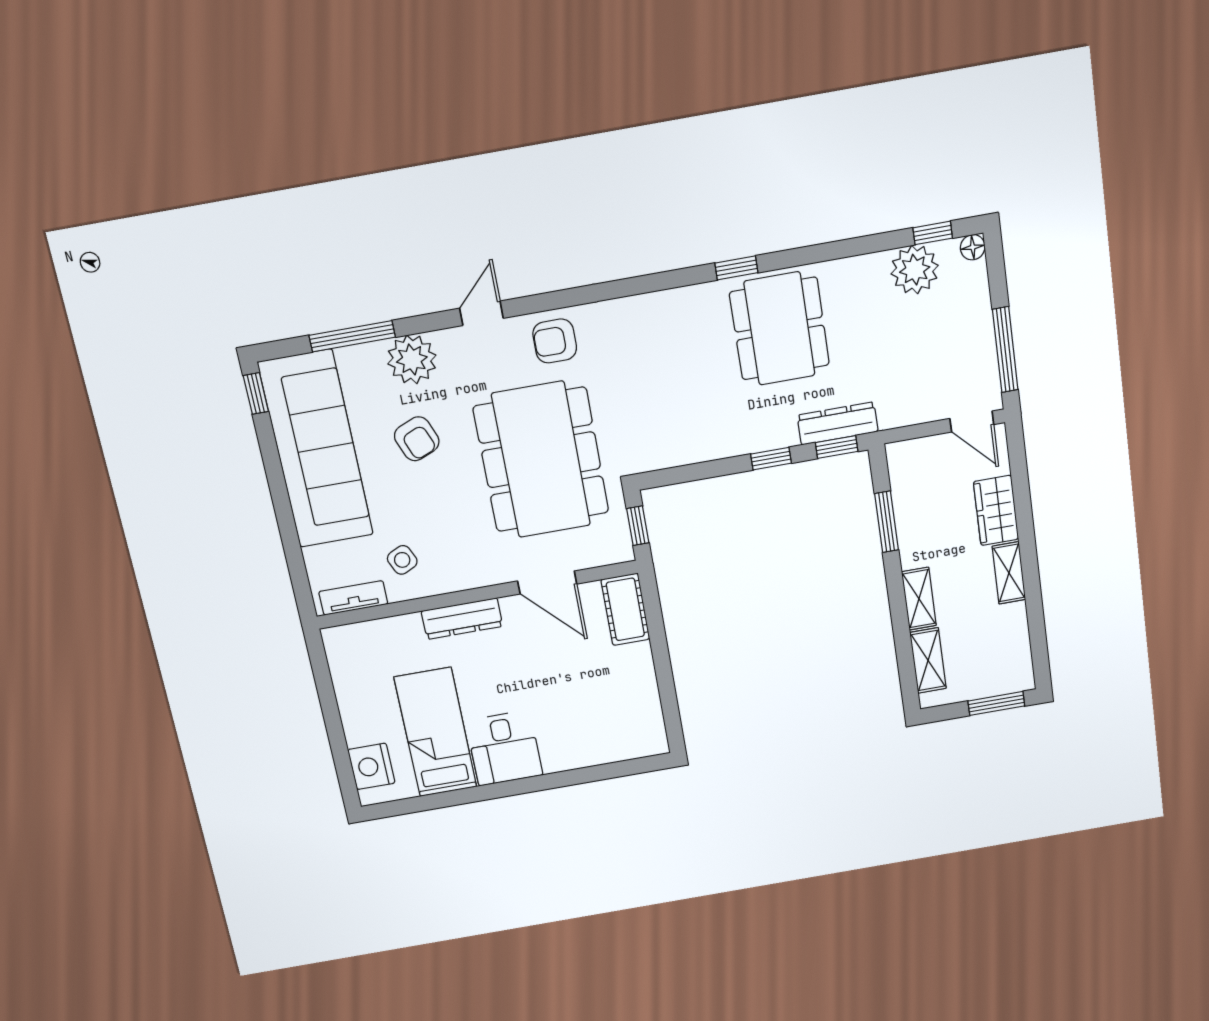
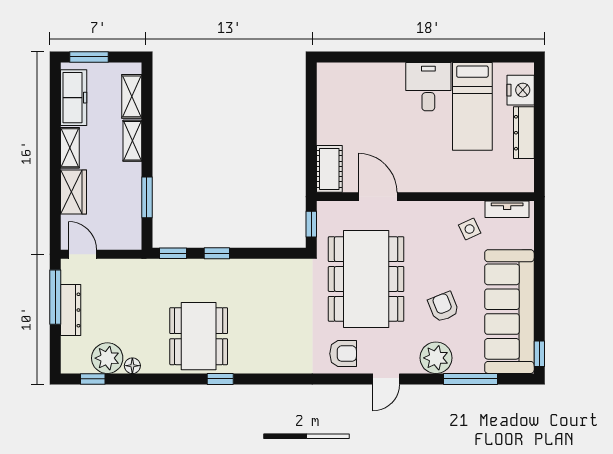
floor lamp: (973, 247) -> (132, 366), moved
dresser: (838, 423) -> (71, 310), moved, turned -90
dresser: (462, 619) -> (524, 133), moved, turned -90
freezer: (1012, 644) -> (74, 98), added

